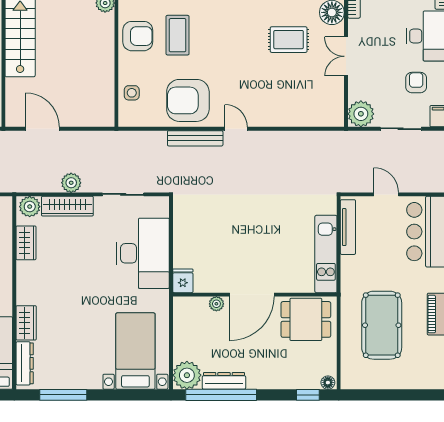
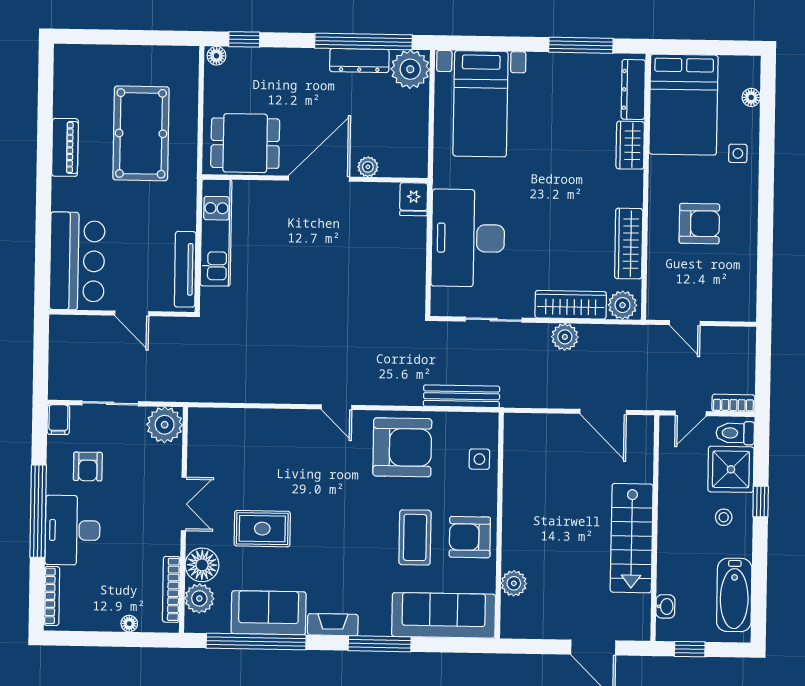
bench: (195, 138) -> (462, 396), moved
wardrobe: (26, 243) -> (629, 244), width x1.50

